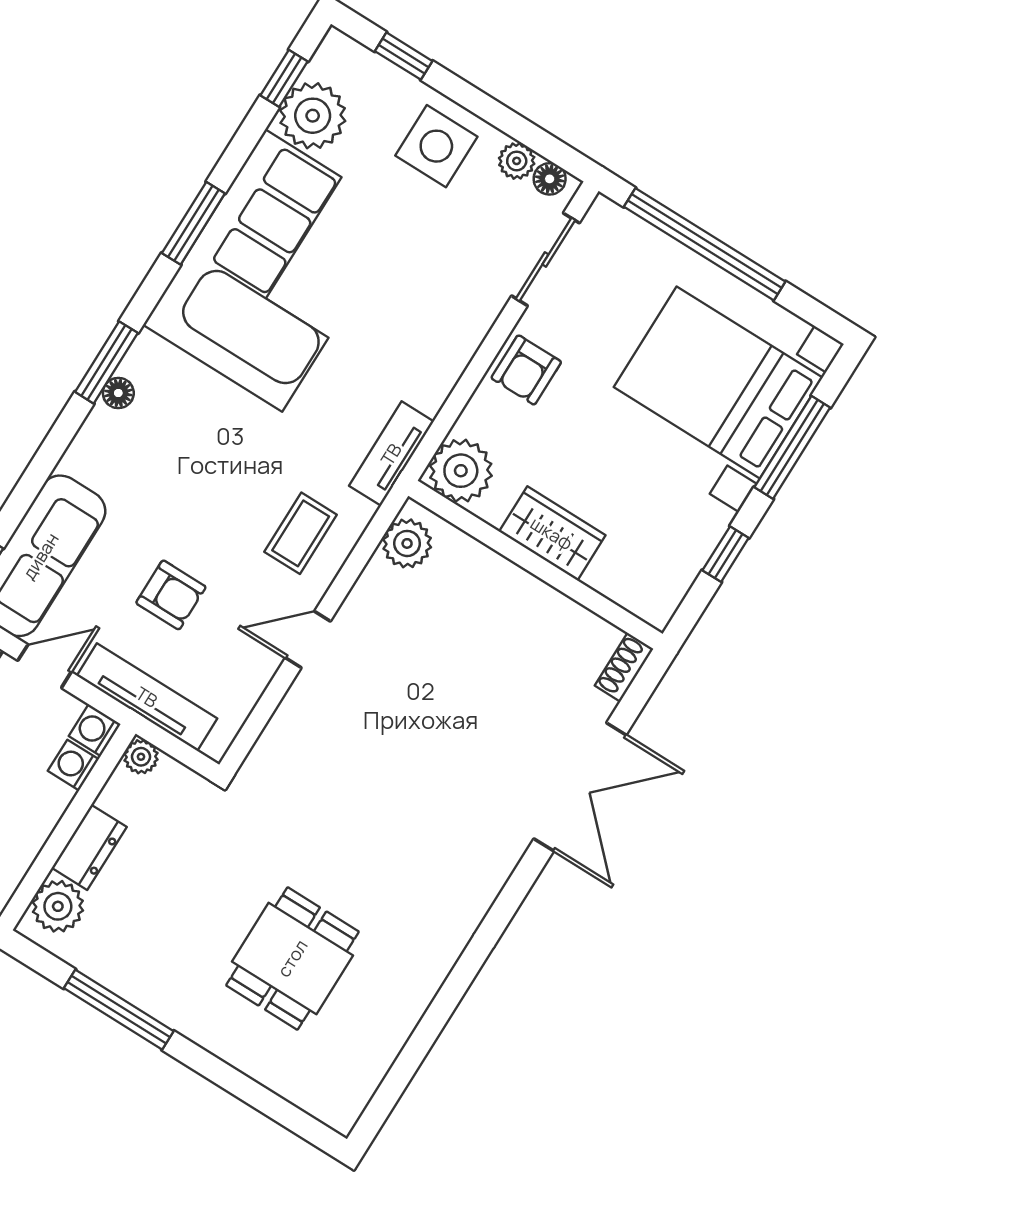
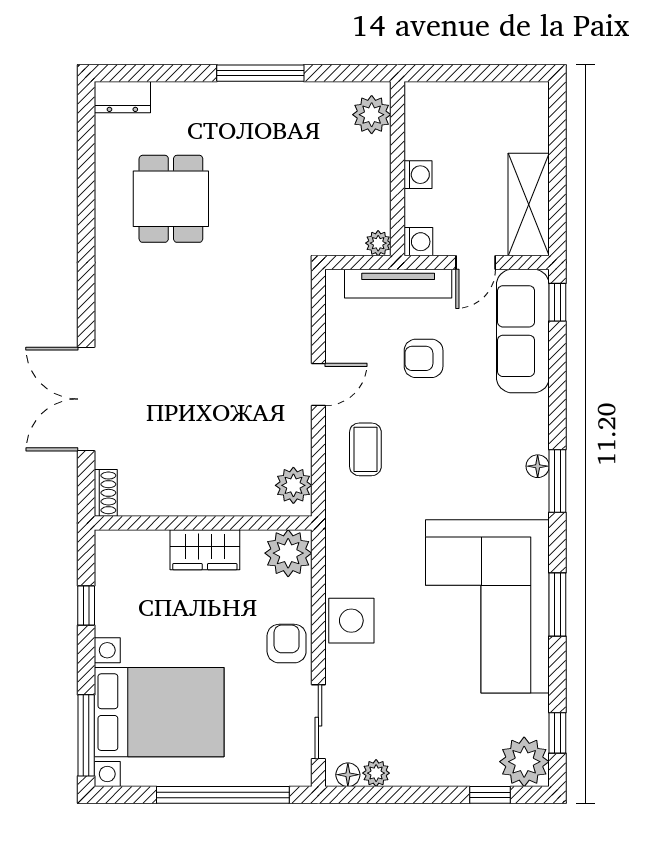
plant: (313, 116) -> (524, 762), moved
side table: (436, 146) -> (351, 621), moved
window: (792, 447) -> (86, 735), moved
tv unit: (391, 454) -> (339, 536), removed
washing machine: (73, 765) -> (418, 175), moved
dresser: (89, 847) -> (122, 97), moved, turned -90
dining table: (292, 958) -> (171, 199), moved
window: (119, 1010) -> (260, 73), moved

